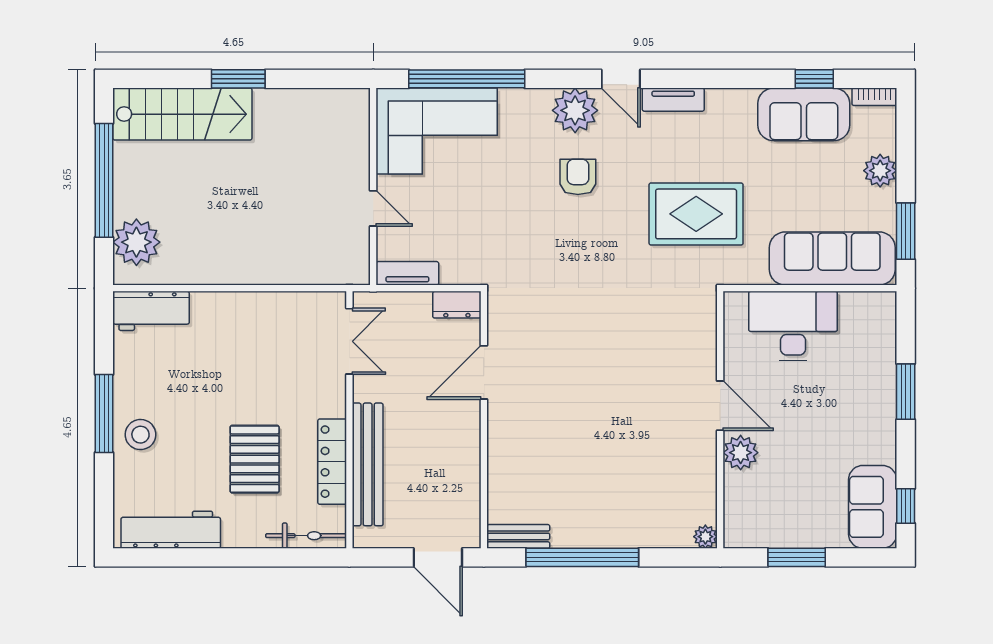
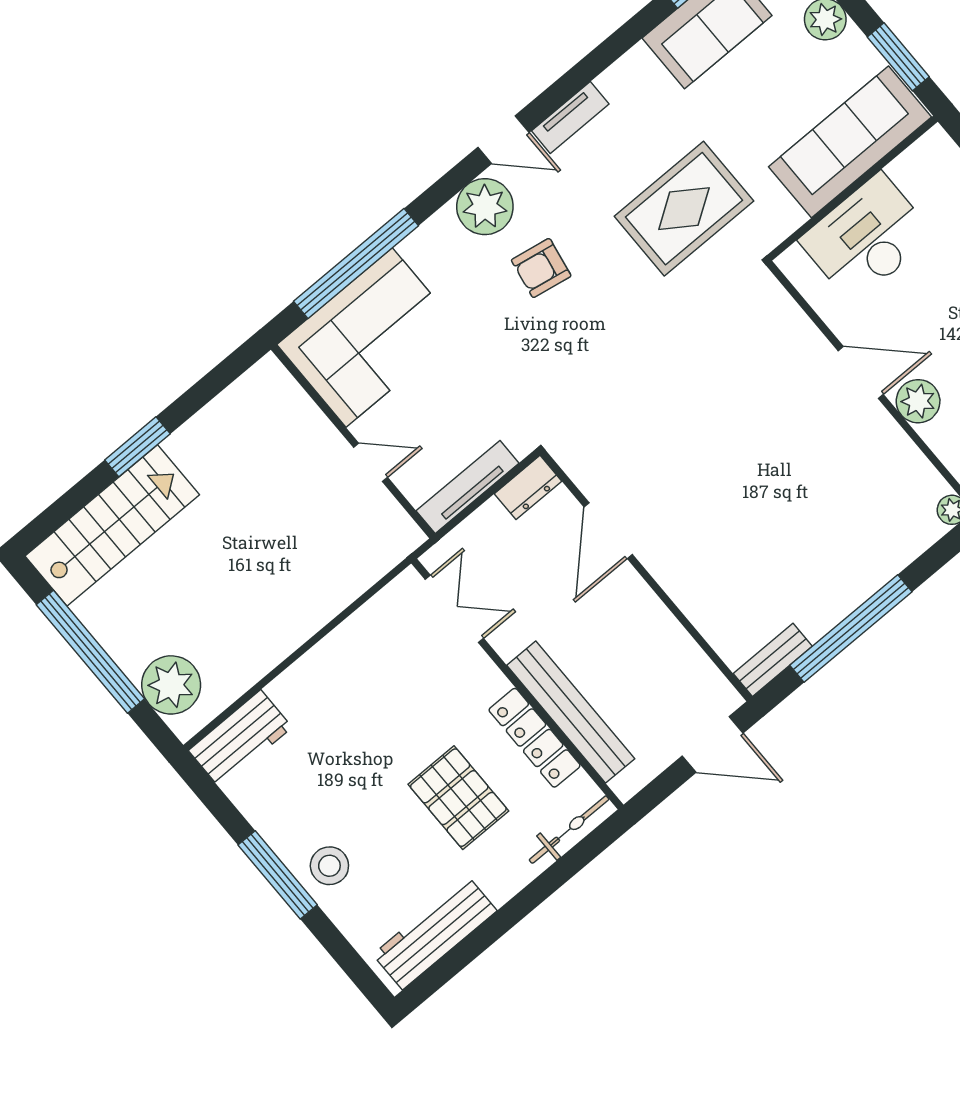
armchair: (578, 177) -> (541, 268), turned -80
tv unit: (407, 273) -> (468, 487), width x1.41

